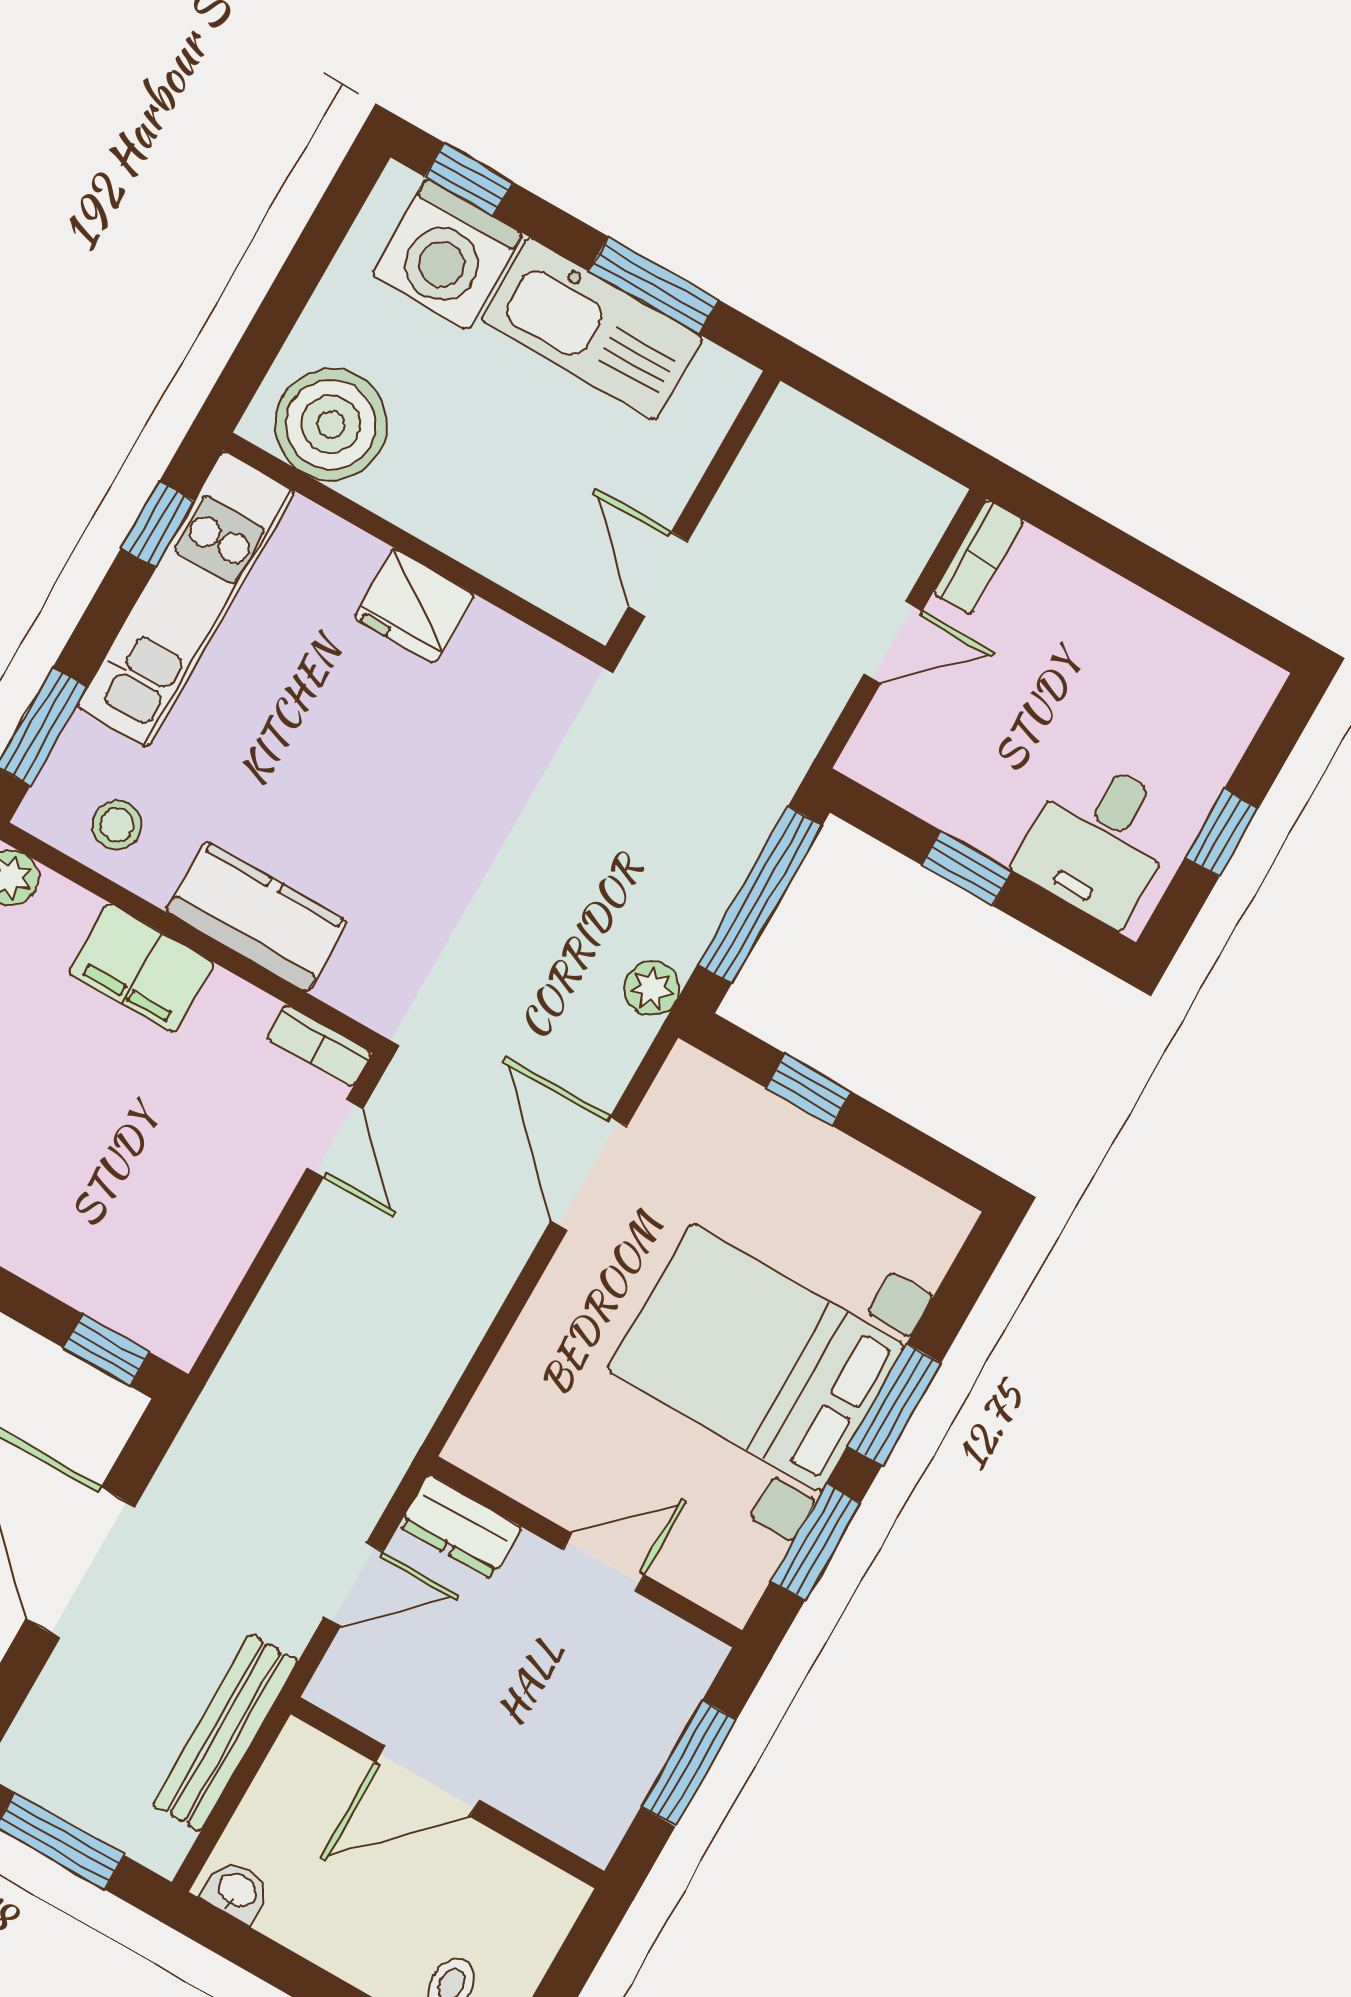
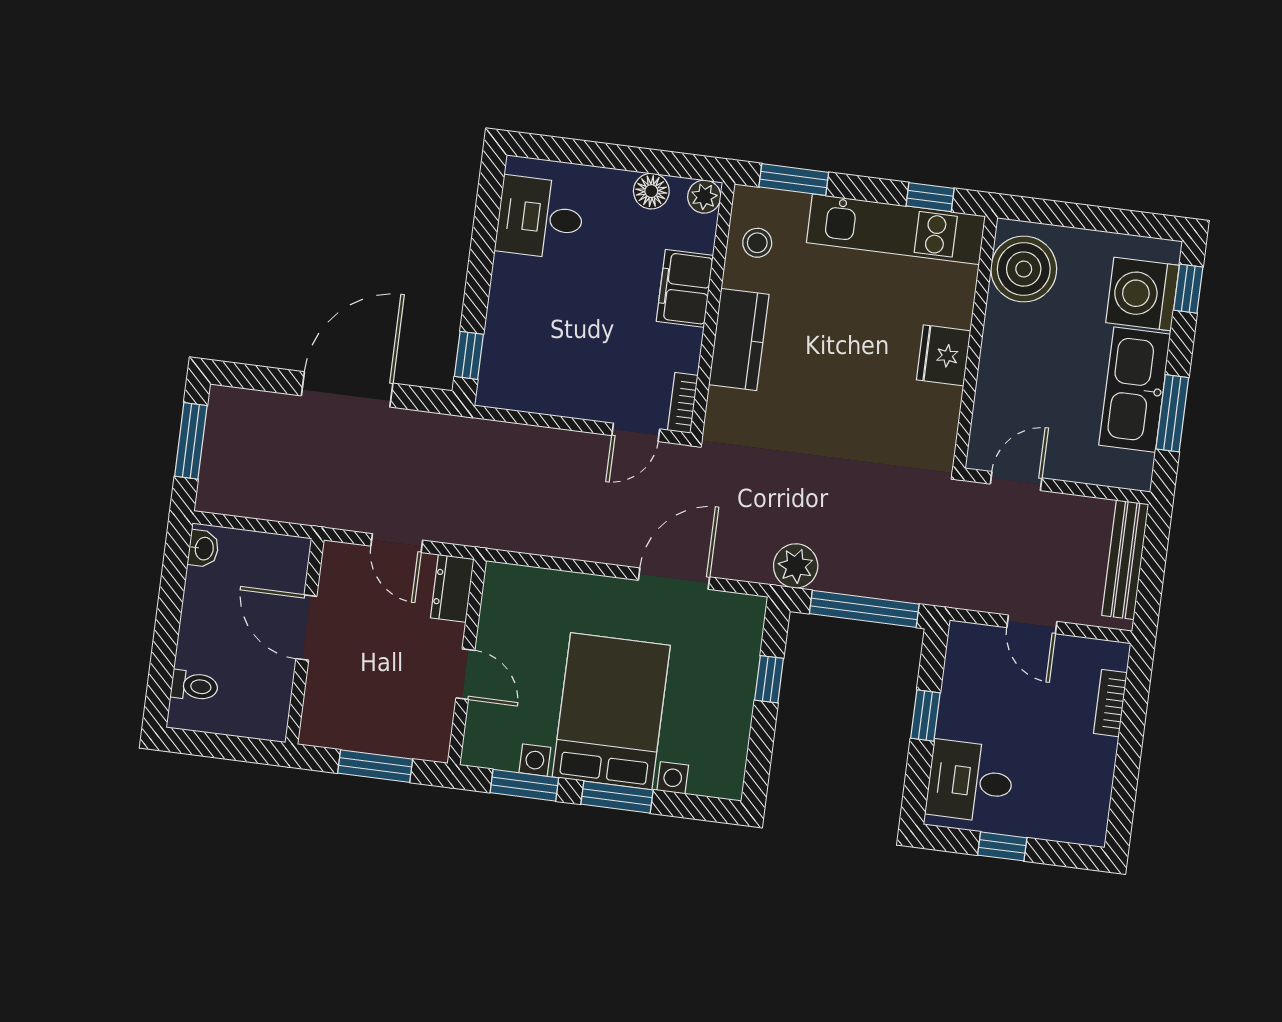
bookcase: (978, 557) -> (1110, 703), moved, turned 90
plant: (652, 988) -> (796, 566), width x1.38, depth x1.38
bench: (225, 1733) -> (1125, 560), moved, turned 90

